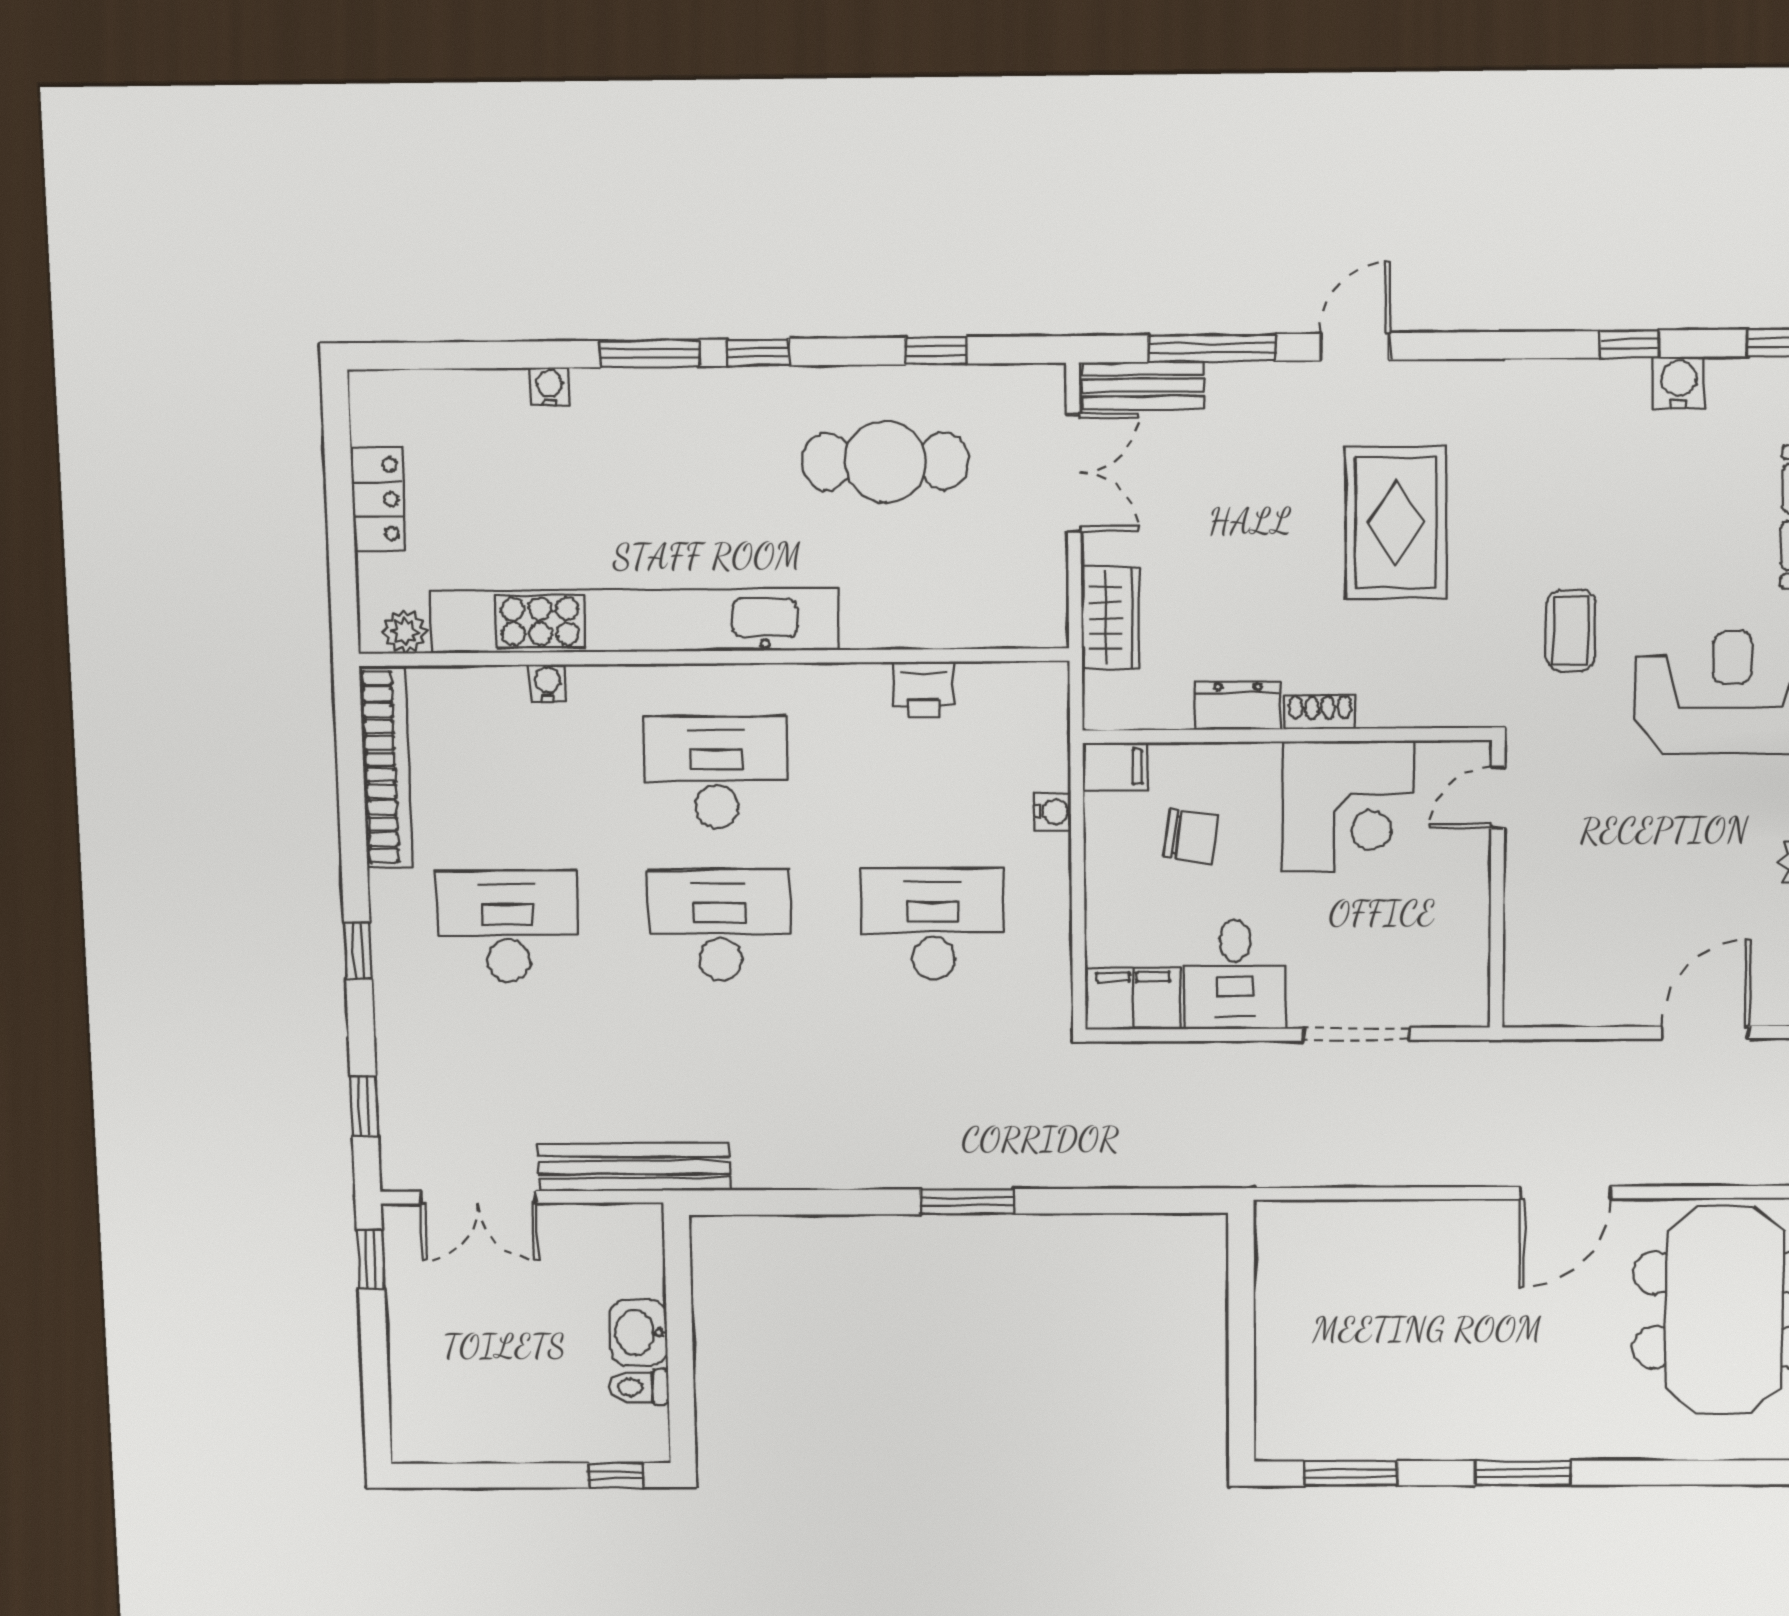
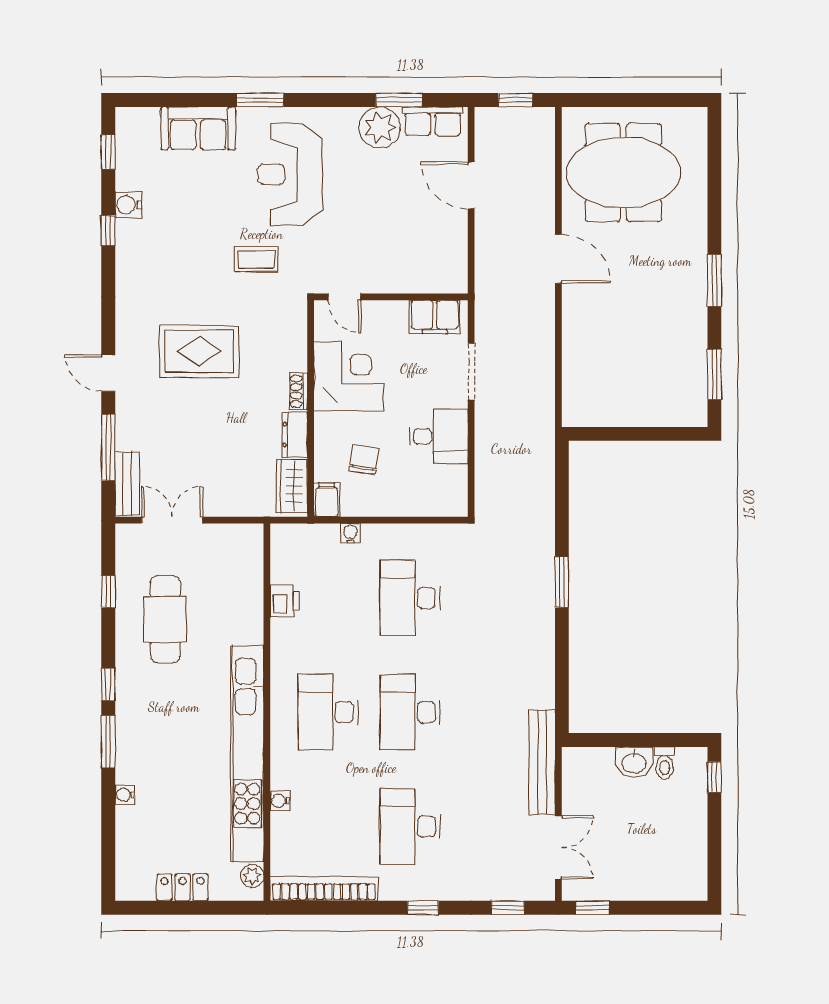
wardrobe: (1111, 618) -> (292, 486), moved, turned -90
filing cabinet: (1133, 999) -> (435, 317), moved, turned -90

